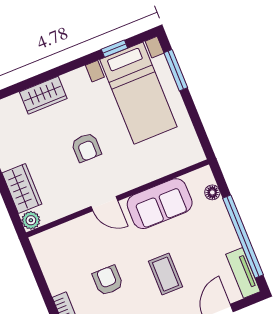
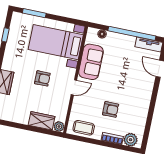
bed with nightstands: (138, 93) -> (56, 42), moved, turned 180
coffee table: (166, 274) -> (84, 128), moved
armchair: (108, 280) -> (111, 109), turned 180

